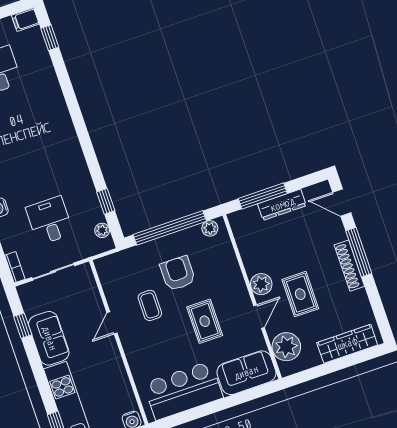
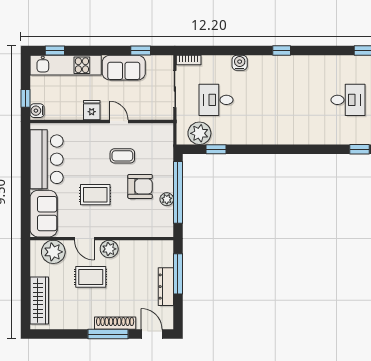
door: (342, 203) -> (152, 334), hinge flipped
desk: (50, 221) -> (216, 100), turned 180
plant: (210, 228) -> (167, 199), moved
plant: (102, 230) -> (199, 133), width x1.87, depth x1.87
shoe rack: (349, 266) -> (115, 323), moved
fridge: (110, 358) -> (92, 110), added

